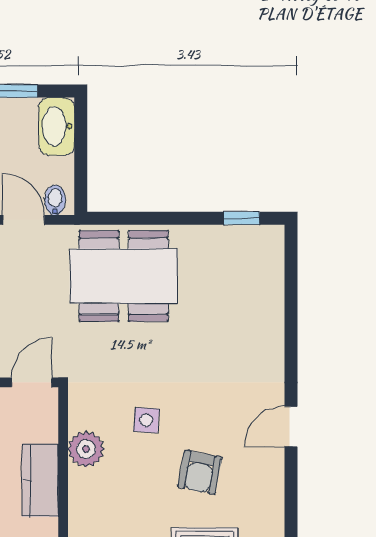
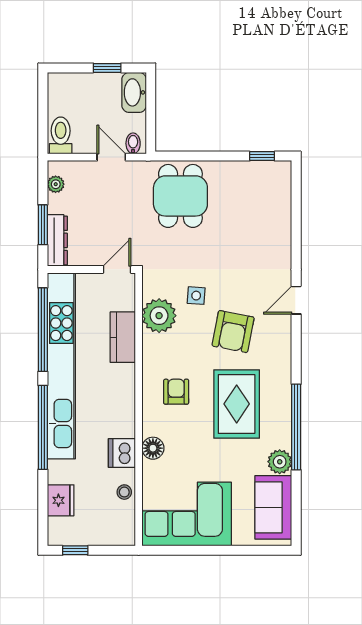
dining table: (124, 276) -> (180, 196), width x0.73
plant: (86, 449) -> (159, 316), width x1.36, depth x1.36
armchair: (200, 472) -> (233, 332), width x1.38, depth x1.38

